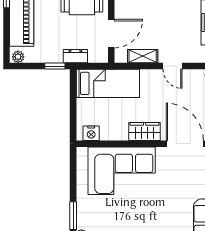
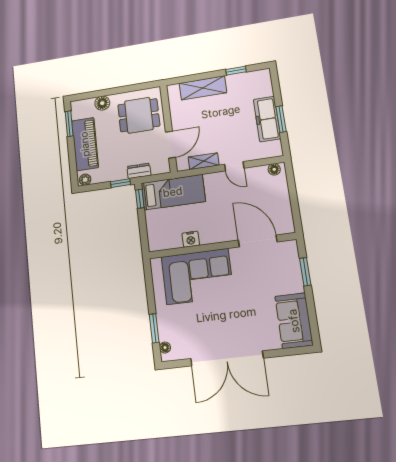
window: (73, 85) -> (140, 199), added
wardrobe: (145, 132) -> (215, 234), removed
nightstand: (91, 133) -> (191, 239), moved

